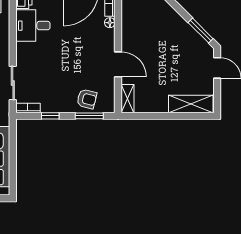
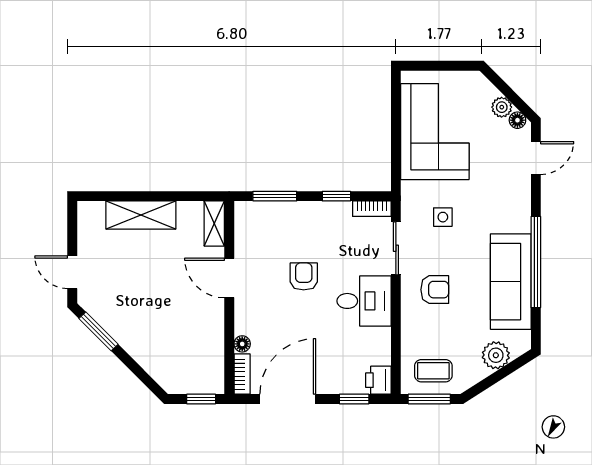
desk: (33, 26) -> (364, 301), moved
armchair: (87, 99) -> (304, 276), moved, turned 76
shelving: (191, 104) -> (141, 215), moved

